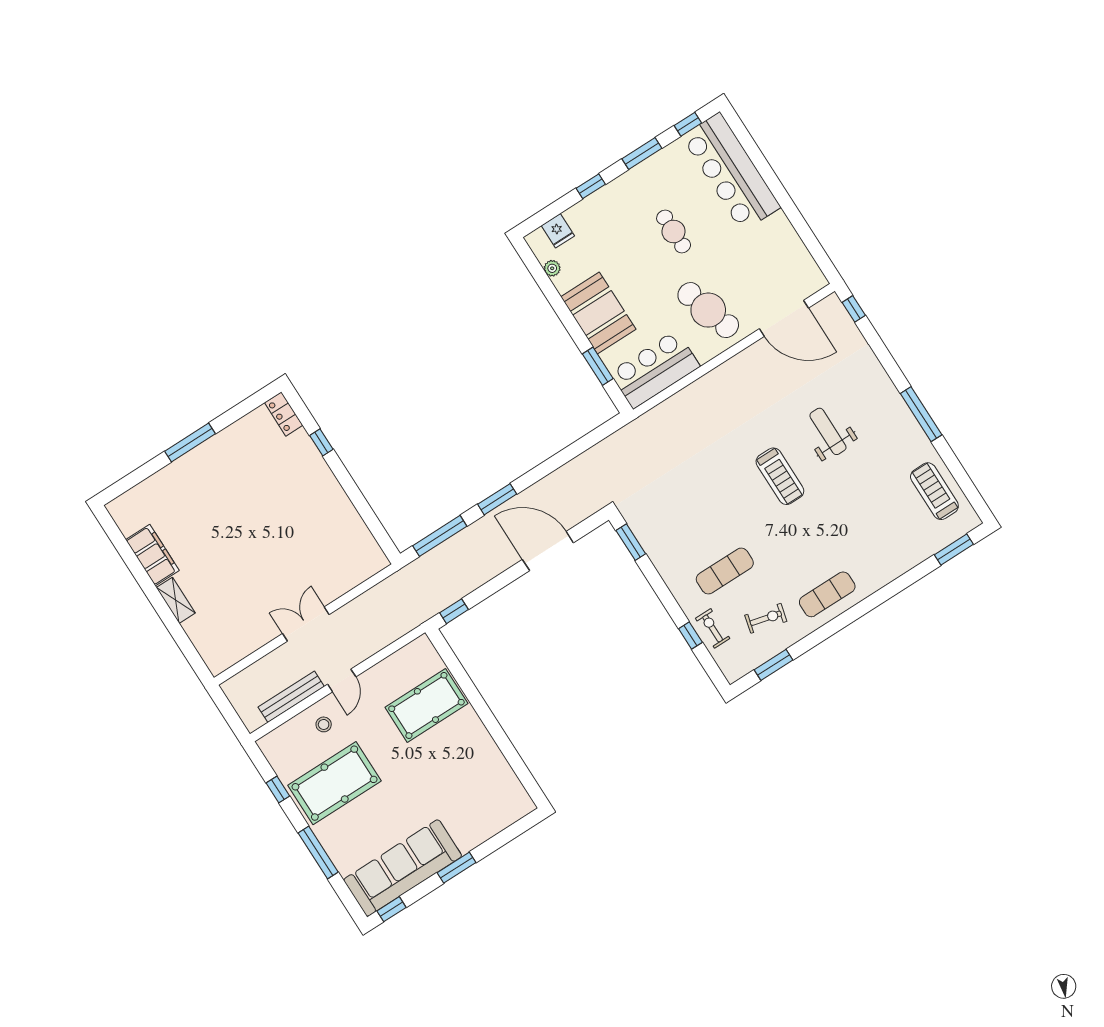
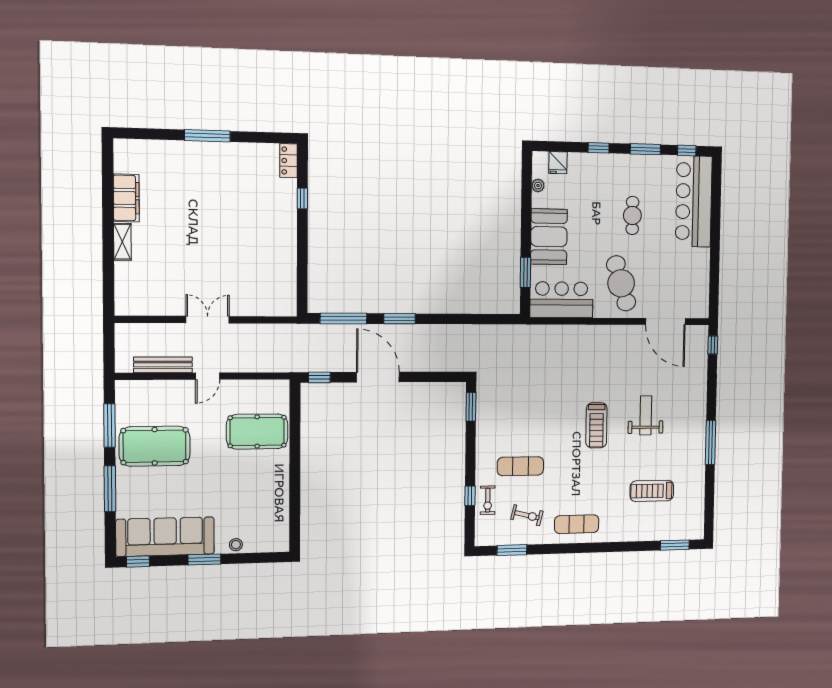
treadmill: (934, 491) -> (652, 491), moved, turned -90
door: (548, 551) -> (378, 377), moved
exercise bike: (713, 628) -> (488, 500), turned 180
stool: (324, 724) -> (236, 545), moved
window: (278, 790) -> (109, 426), width x2.17

